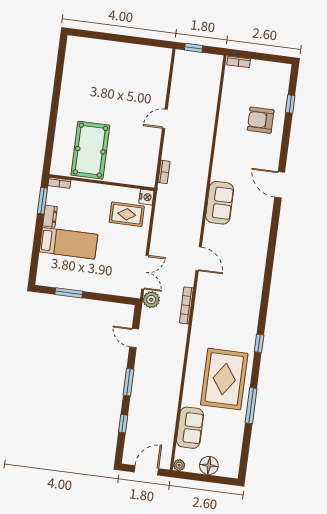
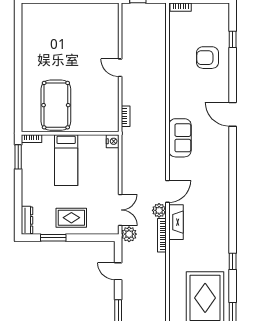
door: (165, 119) -> (120, 68), hinge flipped
rug: (127, 214) -> (71, 218), moved
dresser: (50, 216) -> (27, 220), moved, width x1.44
bed: (68, 243) -> (66, 160), moved, turned 90
door: (199, 259) -> (167, 191), hinge flipped
plant: (187, 278) -> (159, 210), added
fireplace: (204, 293) -> (176, 222), added

